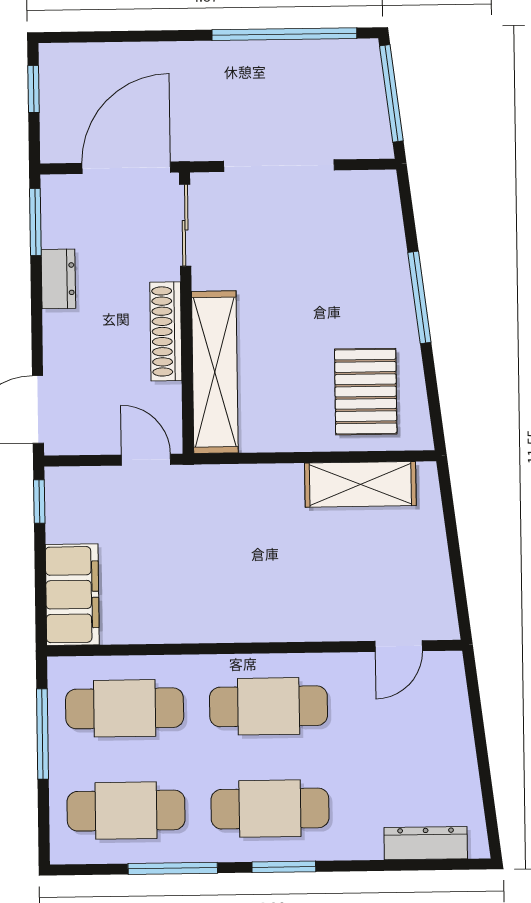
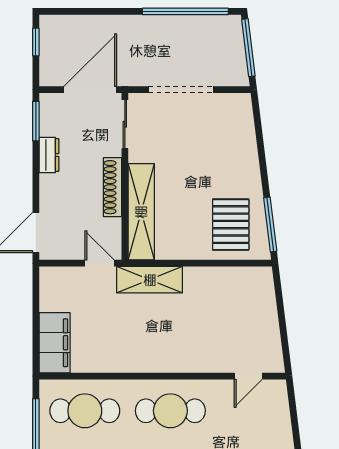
window: (419, 297) -> (270, 224), moved
shelving: (360, 484) -> (150, 280), moved
window: (39, 502) -> (36, 287), removed

